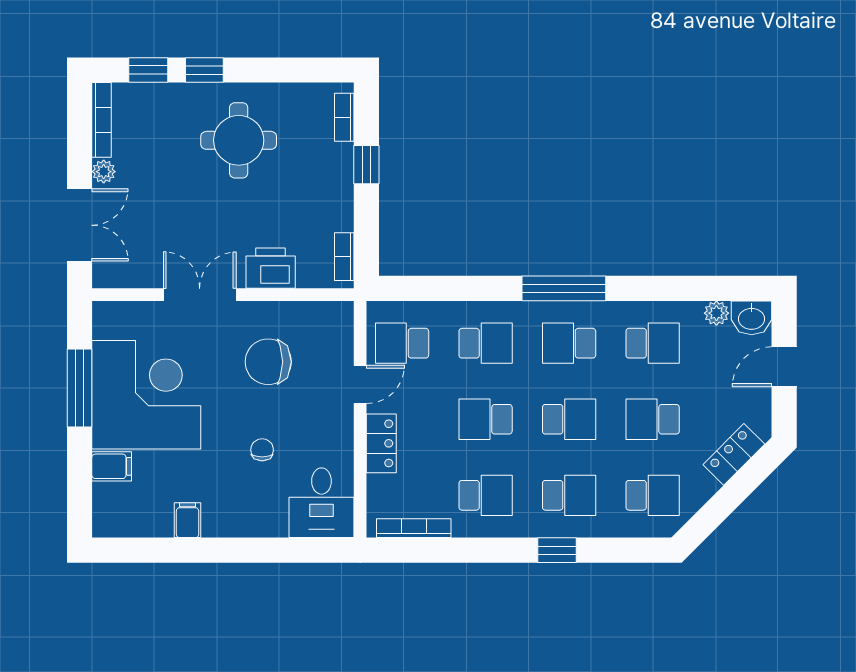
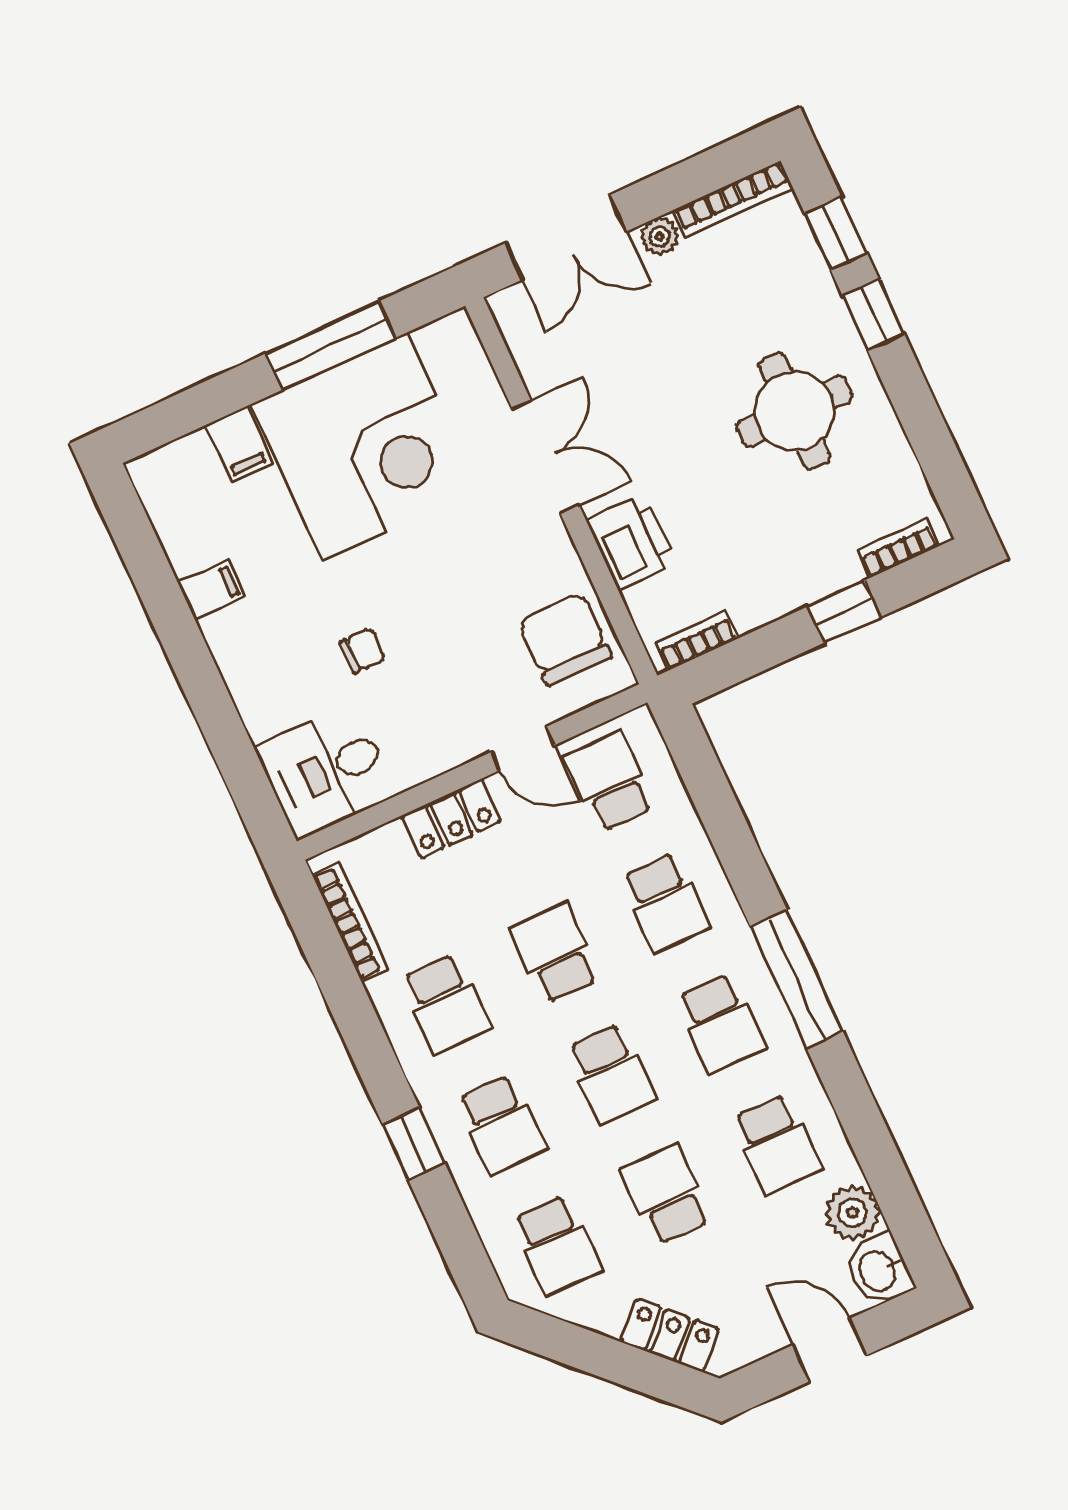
plant: (716, 313) -> (853, 1213), width x1.38, depth x1.38
school desk: (569, 343) -> (721, 1023), turned 180
chair: (268, 362) -> (565, 639), moved

